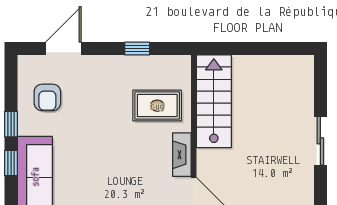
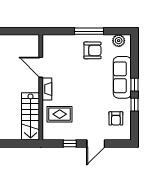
door: (63, 48) -> (96, 143), moved
armchair: (47, 97) -> (116, 118), turned 180

